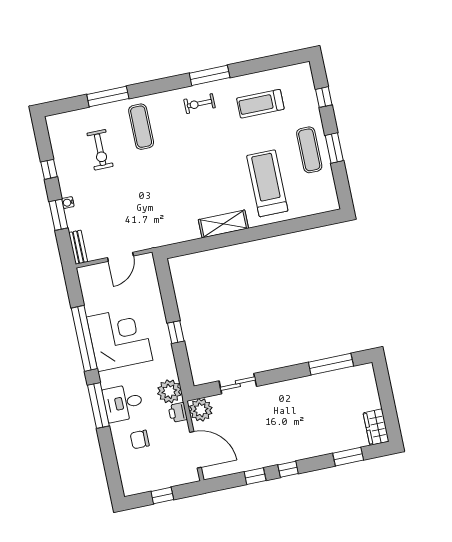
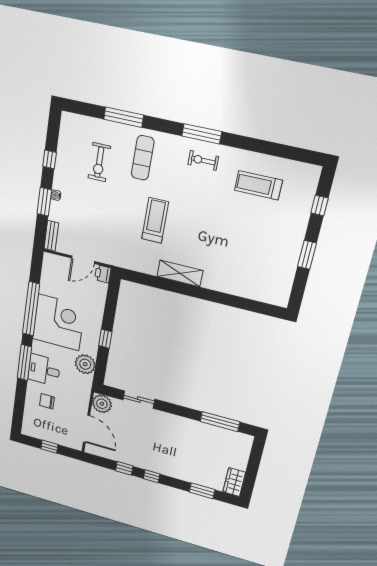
window: (210, 75) -> (202, 134), moved
exercise mat: (309, 150) -> (284, 246), removed
treadmill: (267, 183) -> (155, 220), moved, width x0.73, depth x0.73
plant: (169, 391) -> (85, 364), moved
printer: (178, 412) -> (103, 274), moved

